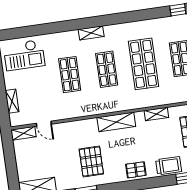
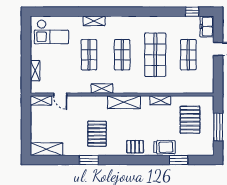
shelving: (91, 33) -> (94, 21), moved
shelving: (90, 110) -> (102, 89), added

